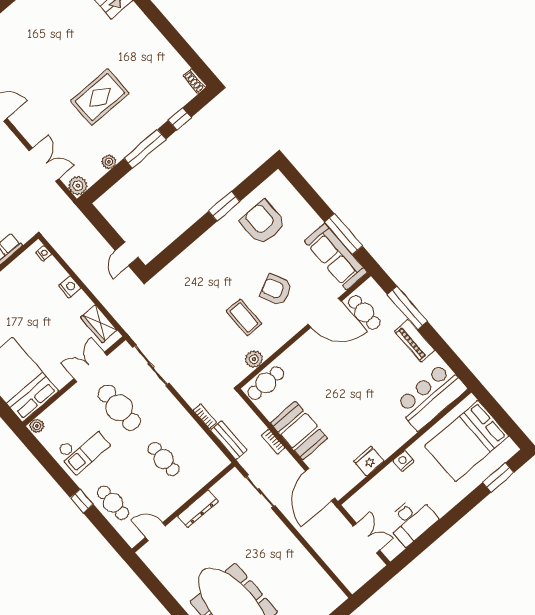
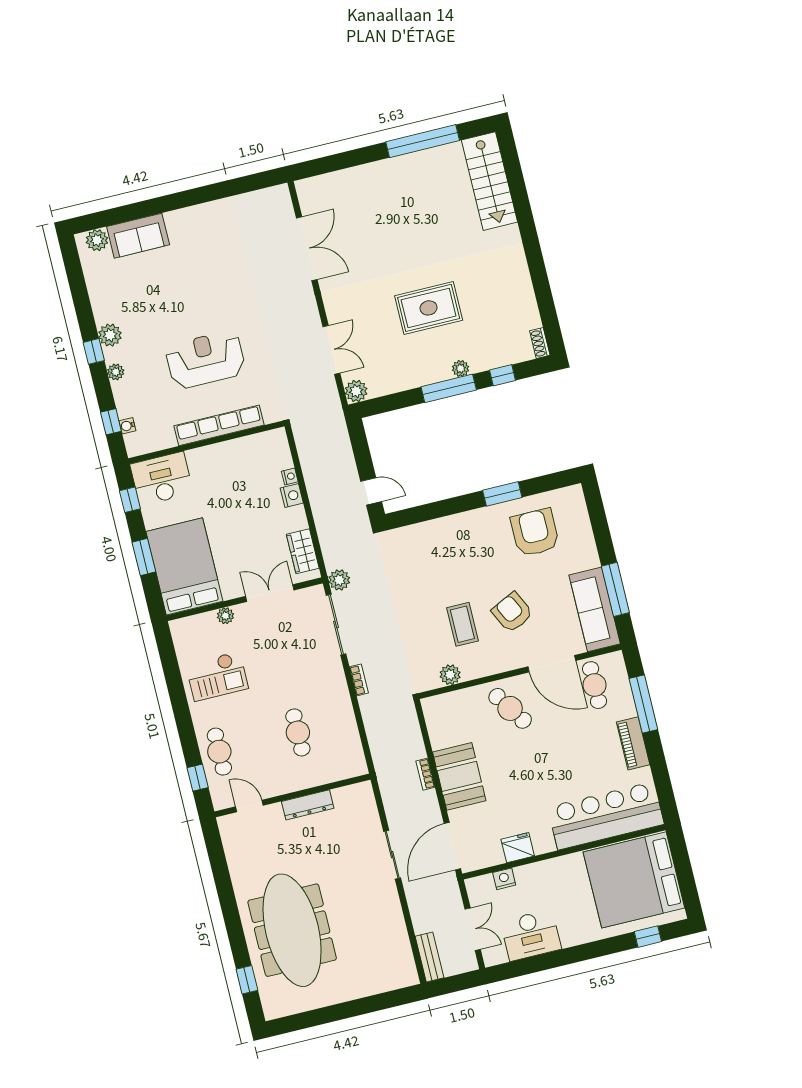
plant: (109, 162) -> (461, 368), moved
nightstand: (44, 253) -> (290, 476), moved
door: (127, 254) -> (371, 491), swing flipped
plant: (137, 331) -> (339, 580), added
cafe table: (266, 383) -> (510, 708), moved, turned 56
bar counter: (431, 396) -> (606, 816), width x1.36
cafe table: (119, 408) -> (278, 653), removed
bookcase: (205, 416) -> (359, 680), moved
plant: (37, 426) -> (225, 616), moved
bench: (229, 440) -> (429, 957), moved
bed: (467, 441) -> (634, 880), width x1.36
nightstand: (403, 461) -> (504, 879), moved
window: (498, 477) -> (648, 937), width x0.67
sliding door: (260, 491) -> (392, 855), moved
window: (82, 501) -> (198, 778), moved

